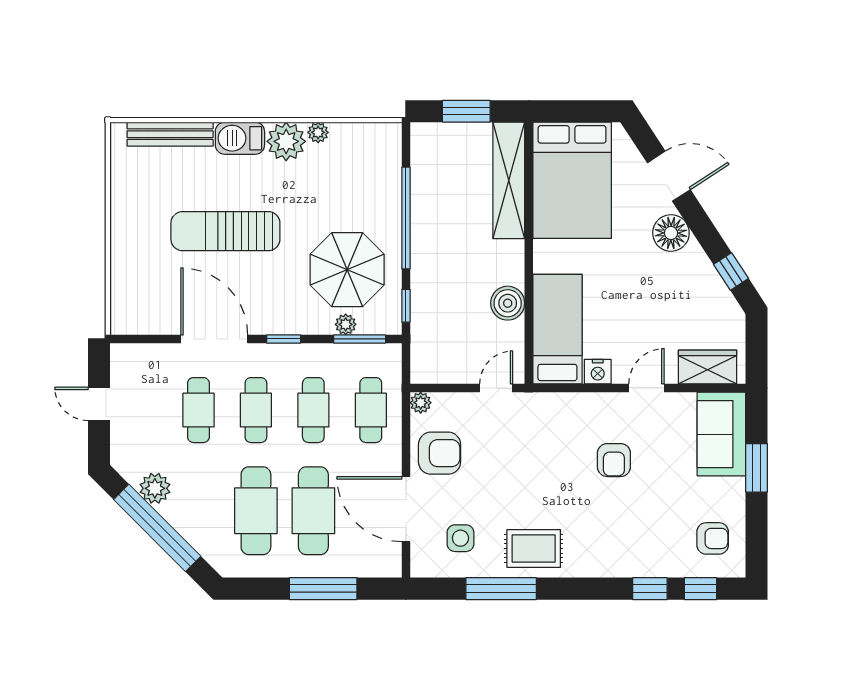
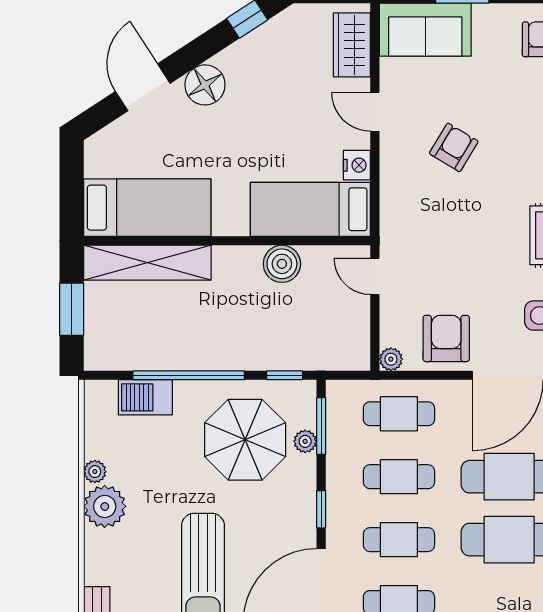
barbecue: (240, 138) -> (145, 397), moved, turned 90
bed: (572, 180) -> (147, 208), width x0.67
armchair: (614, 460) -> (454, 147), turned -59

